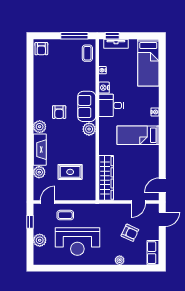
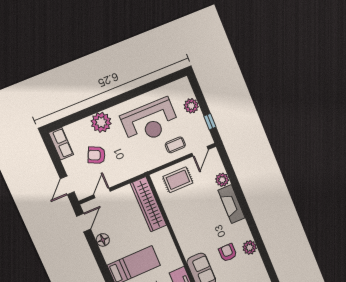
plant: (40, 127) -> (250, 247), moved
plant: (89, 129) -> (189, 249), removed
floor lamp: (153, 166) -> (103, 240), added
rug: (70, 172) -> (178, 180), moved
reception desk: (77, 242) -> (150, 121), turned 180
plant: (120, 260) -> (101, 122), width x1.88, depth x1.88

